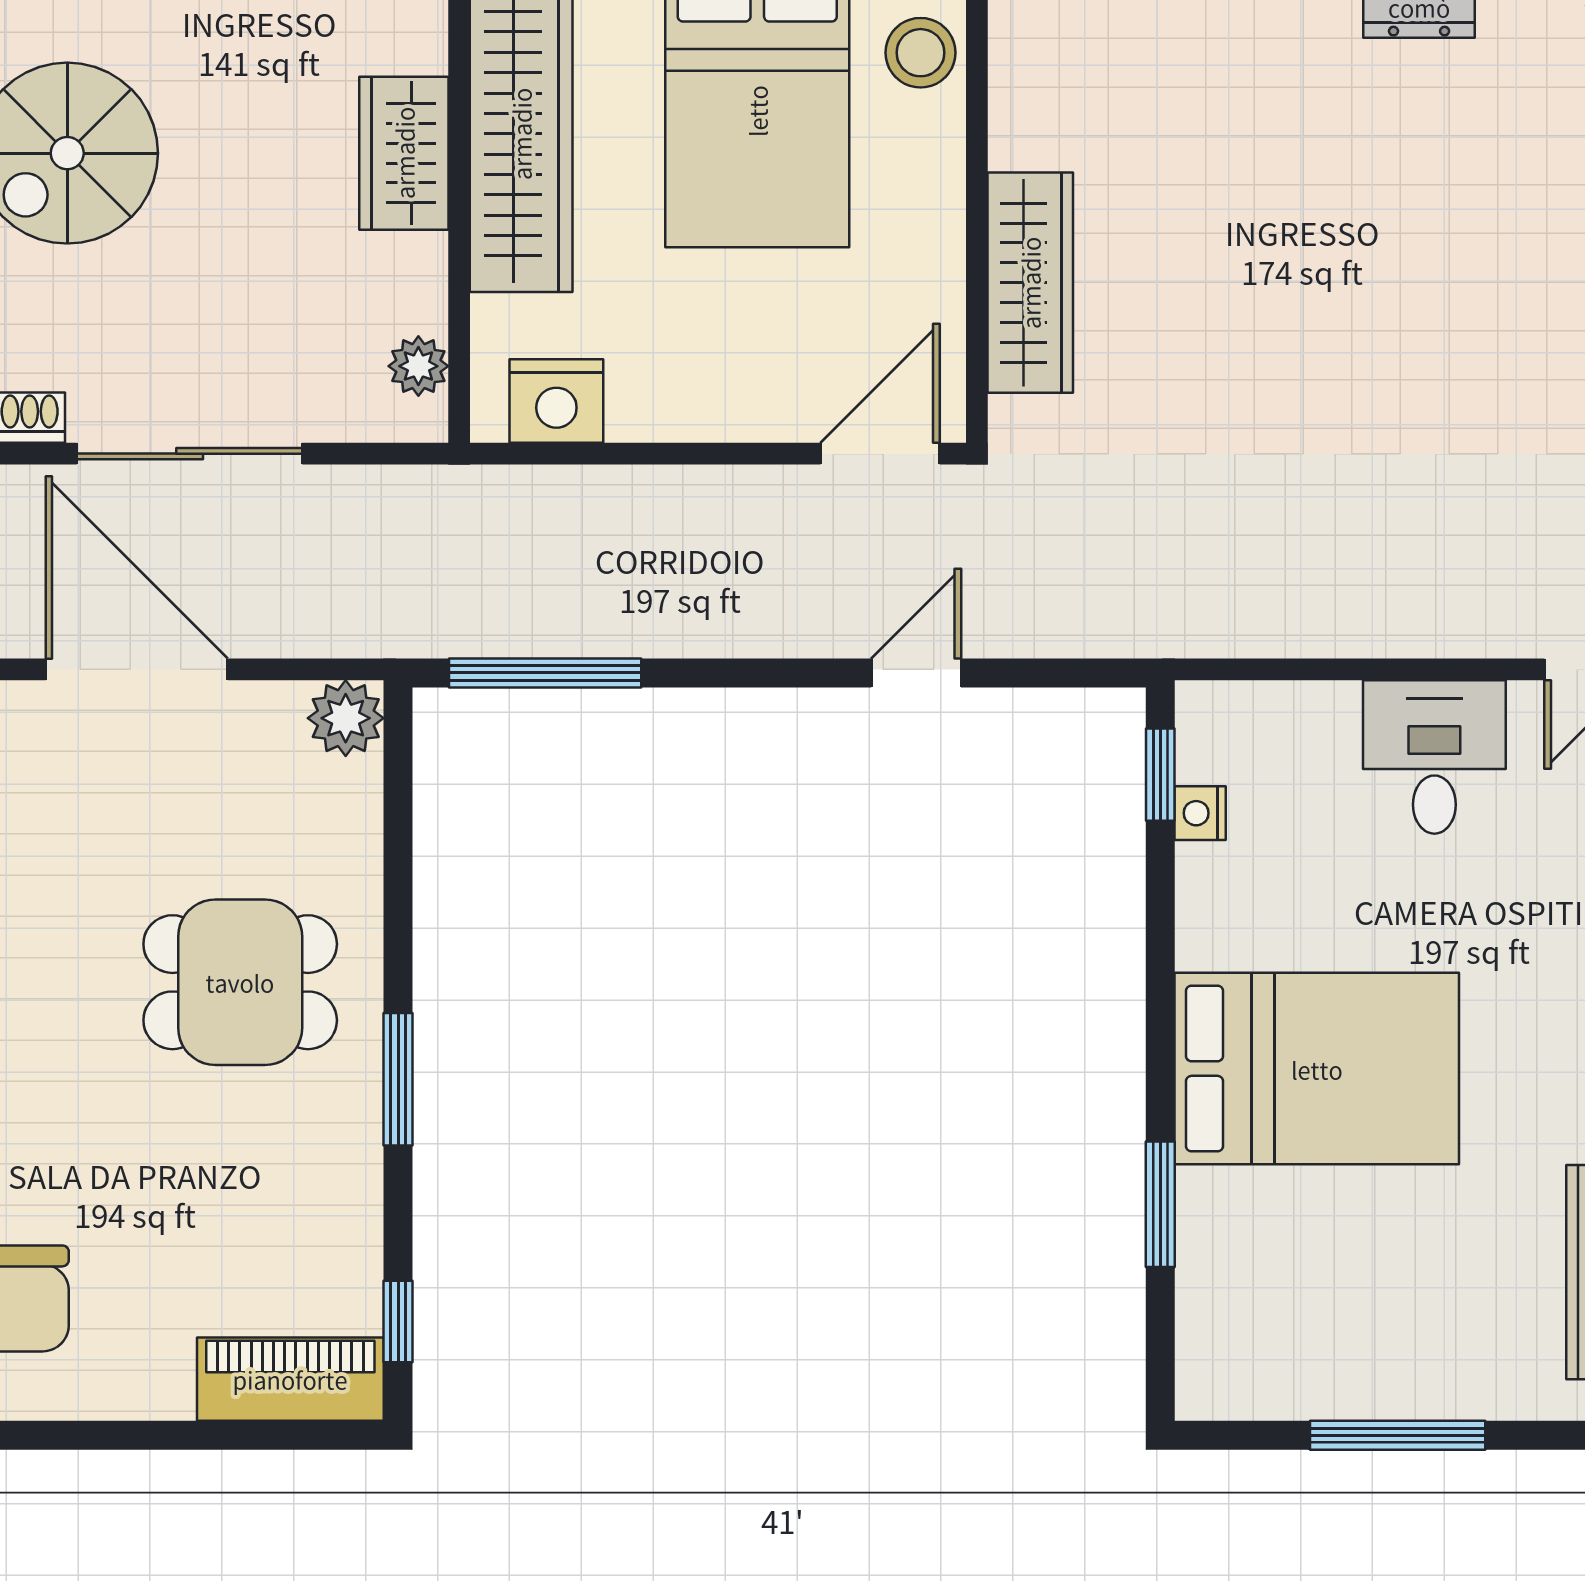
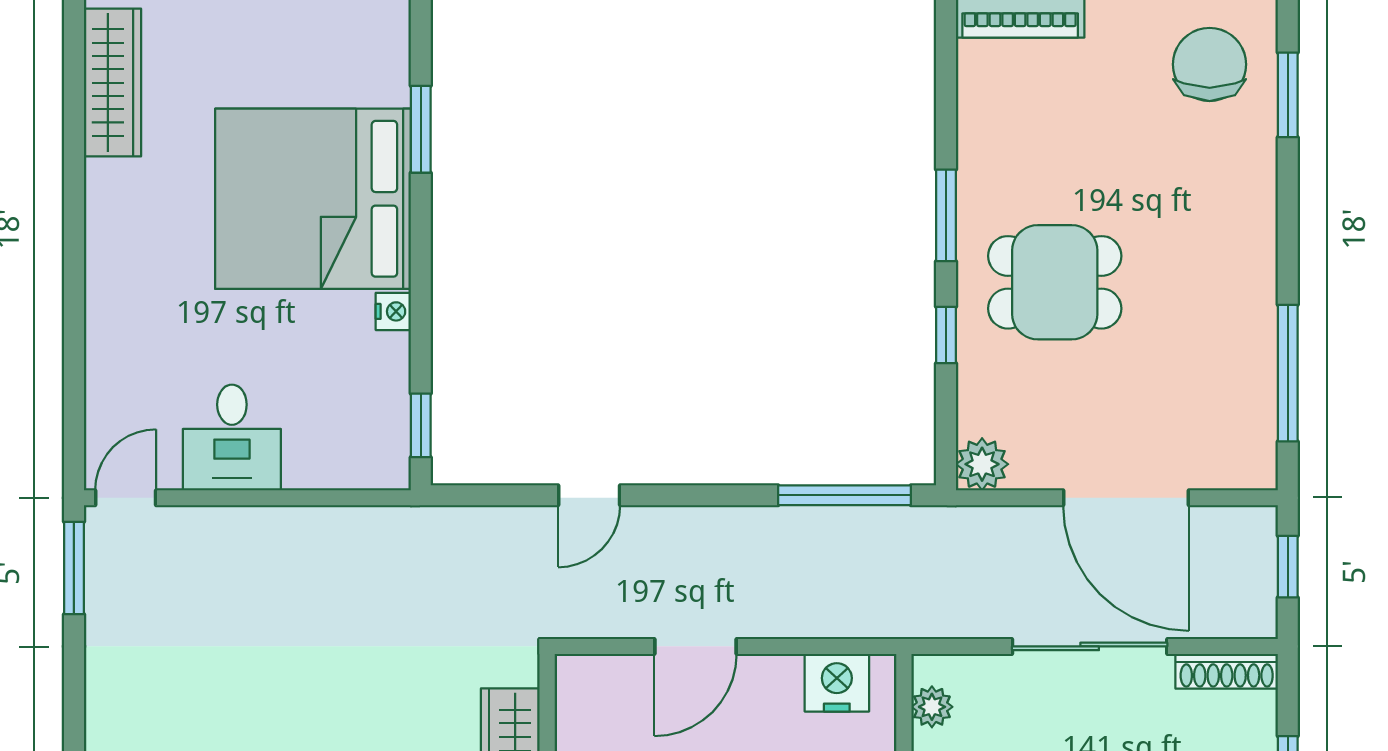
door: (880, 454) -> (695, 646), moved
nightstand: (1200, 813) -> (393, 311), moved
bed: (1317, 1069) -> (313, 199), width x1.36
window: (398, 1321) -> (946, 335), moved

